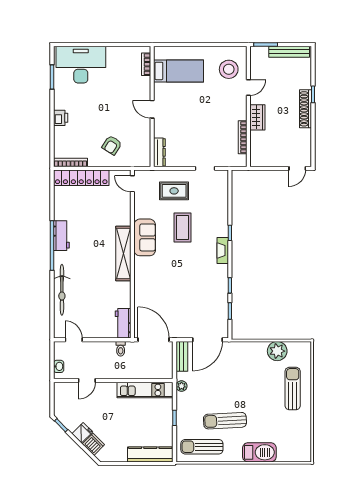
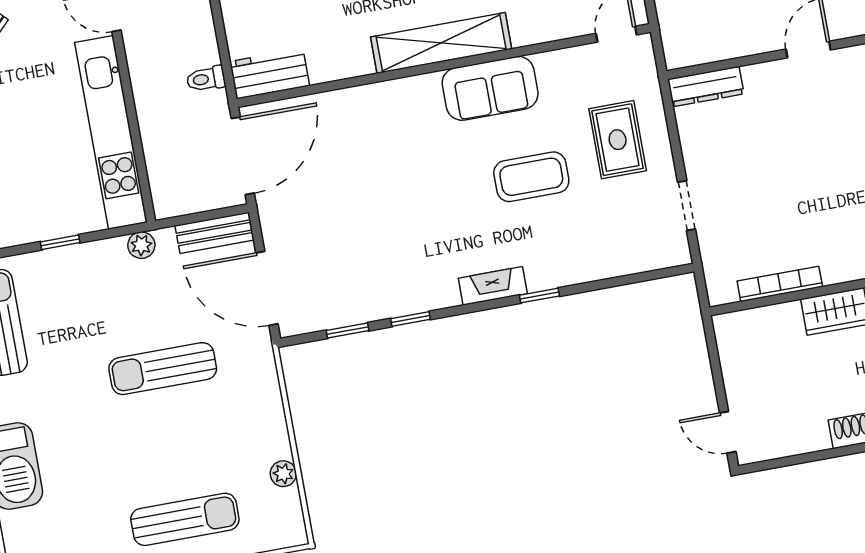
plant: (277, 351) -> (283, 474), width x0.53, depth x0.53
kitchen unit: (145, 390) -> (111, 132), width x1.36
sun lounger: (225, 421) -> (163, 369), moved, turned -87

